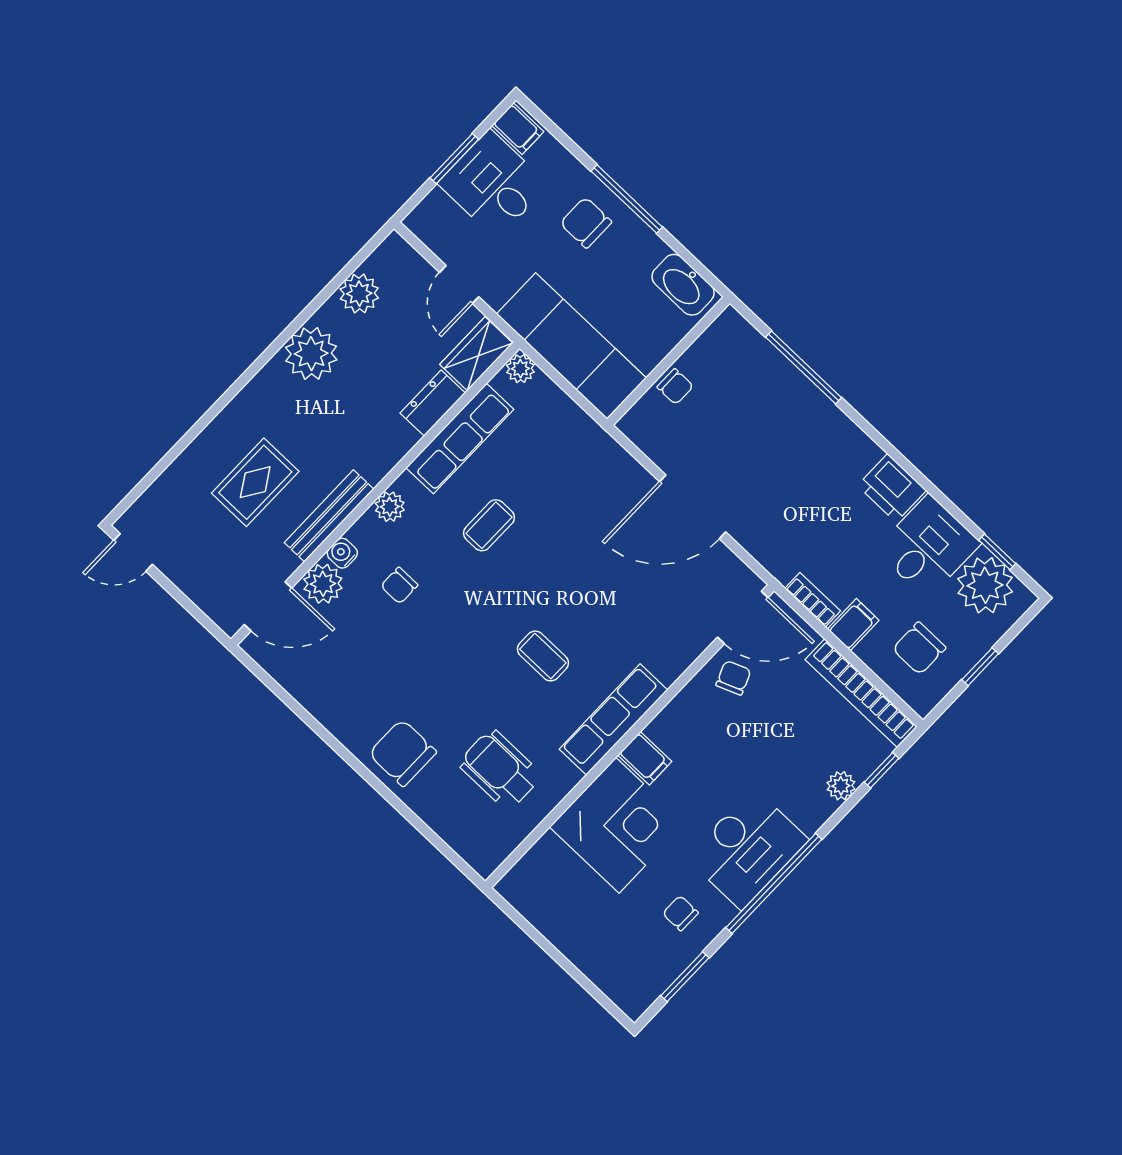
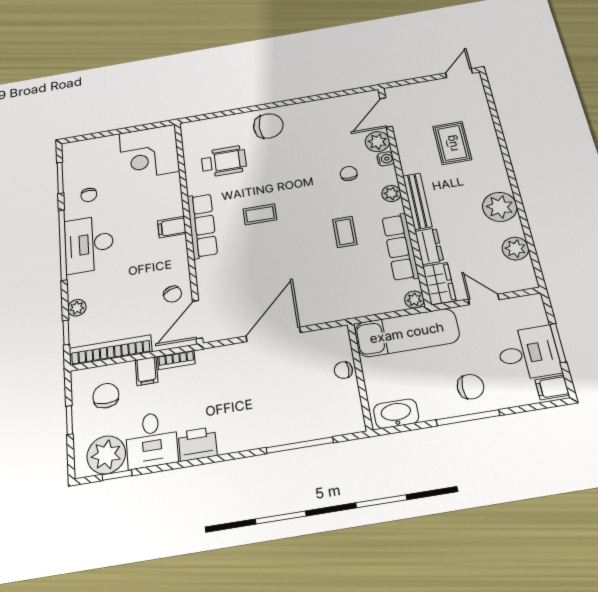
bench: (329, 516) -> (417, 201), moved
corner desk: (617, 825) -> (149, 152), moved
chair: (680, 913) -> (89, 195), turned 90

